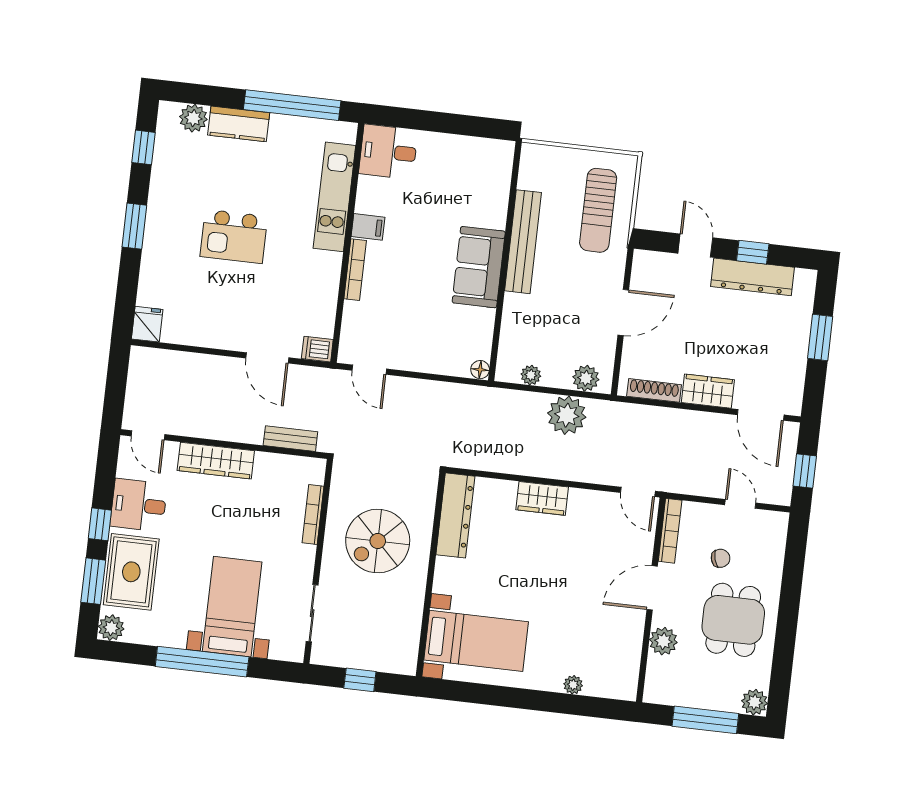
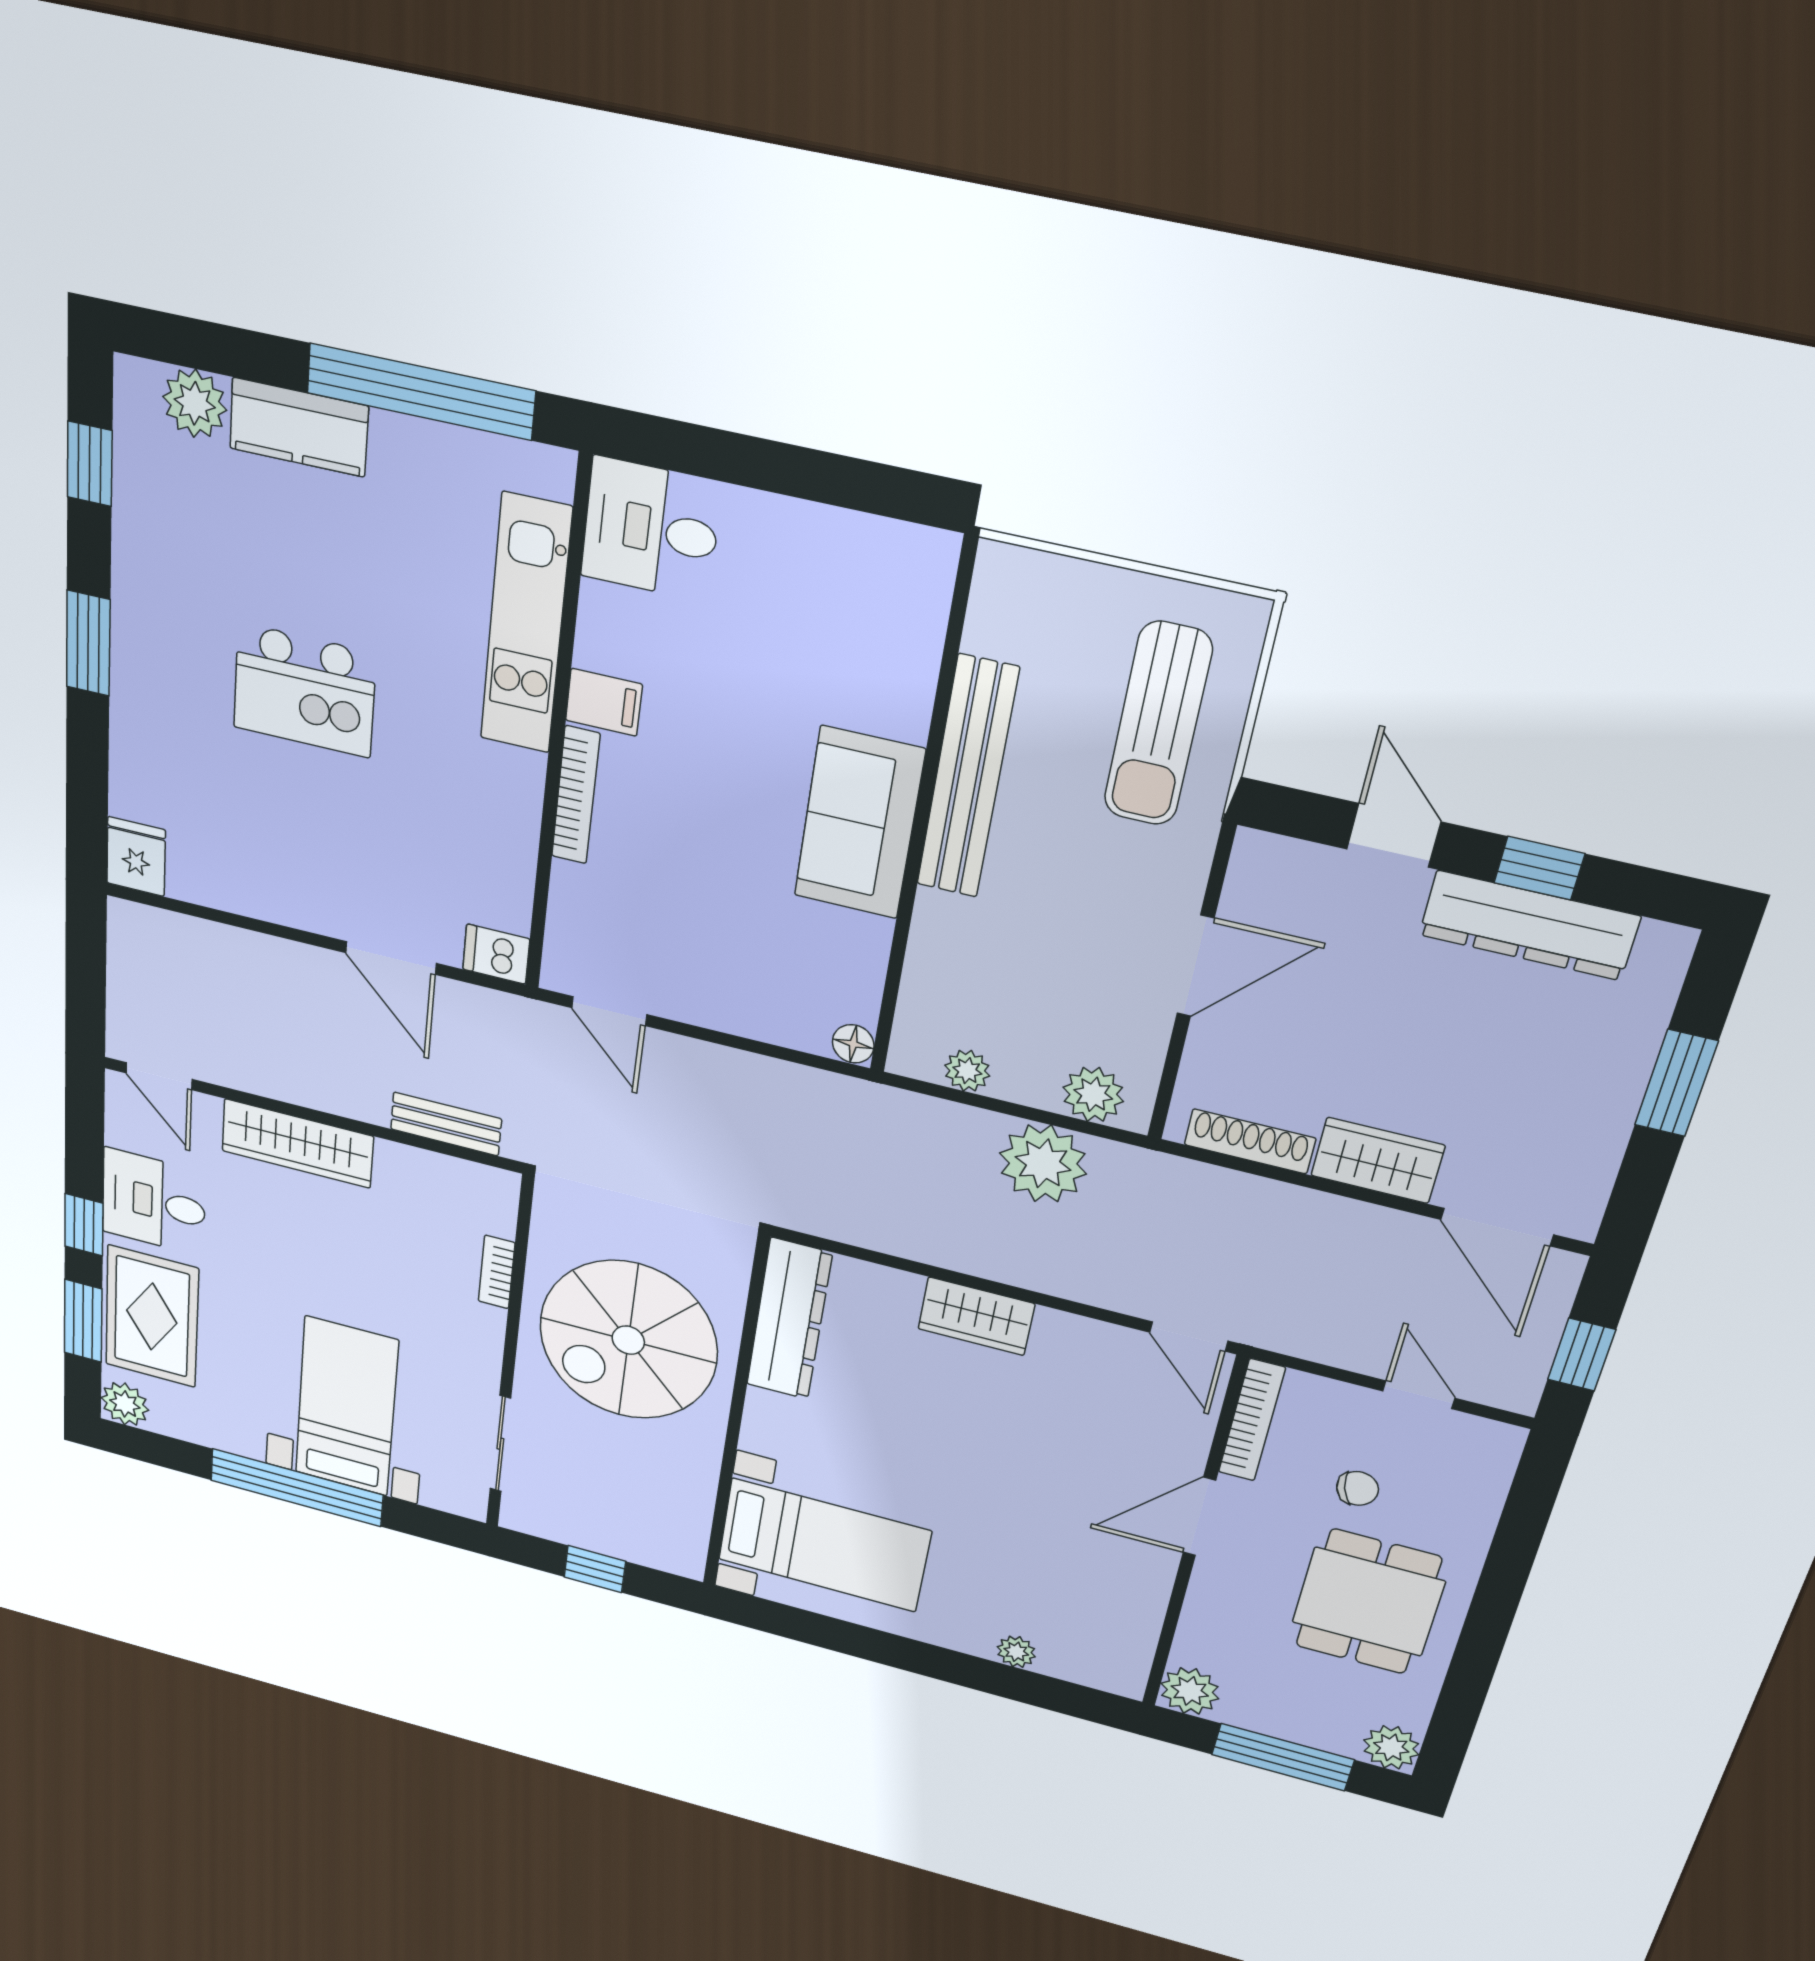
bookcase: (313, 515) -> (497, 1272), width x0.64
spiral stairs: (378, 541) -> (628, 1340), width x1.37, depth x1.37
plant: (663, 641) -> (1190, 1691), moved

